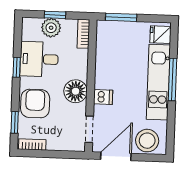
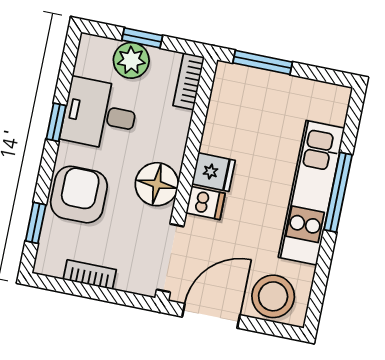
fridge: (160, 35) -> (213, 172), moved, turned 180
doorway: (89, 129) -> (170, 258), width x1.38
bookcase: (32, 145) -> (90, 275), moved

